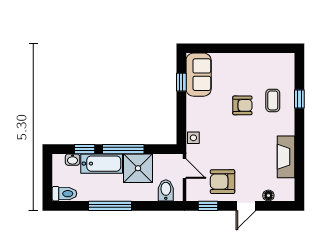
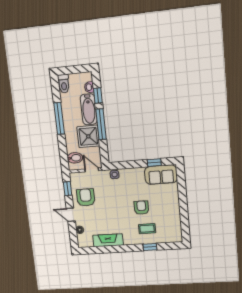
armchair: (242, 105) -> (141, 208), turned 180
door: (184, 169) -> (92, 170), swing flipped

